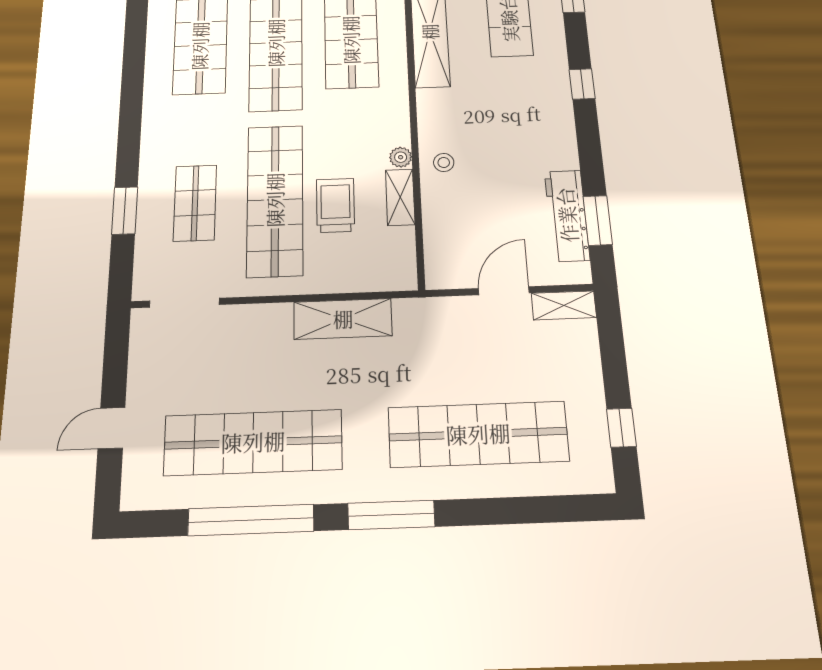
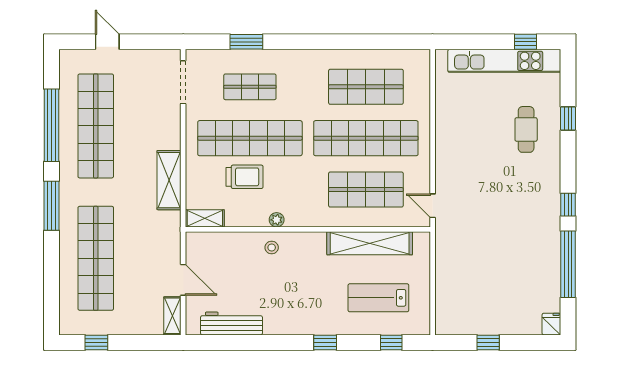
shelving: (400, 197) -> (205, 218), moved
window: (598, 220) -> (227, 342), removed

